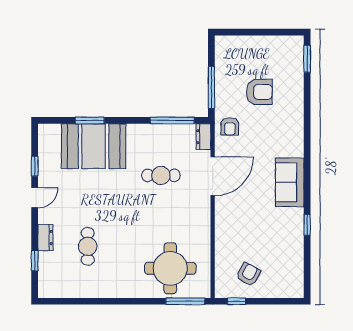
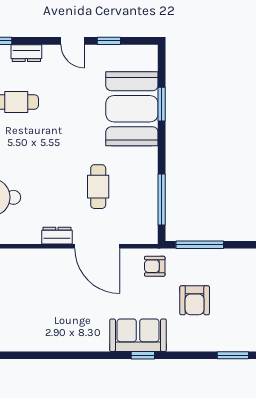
dresser: (203, 137) -> (57, 236), moved
sofa: (290, 182) -> (138, 335), moved
window: (307, 225) -> (143, 355), moved

